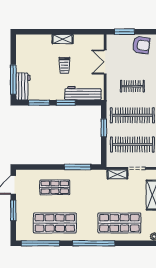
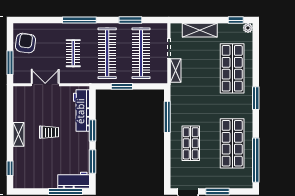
window: (33, 32) -> (10, 168), added
double door: (105, 62) -> (45, 85), swing flipped
window: (94, 243) -> (256, 98), width x0.47

